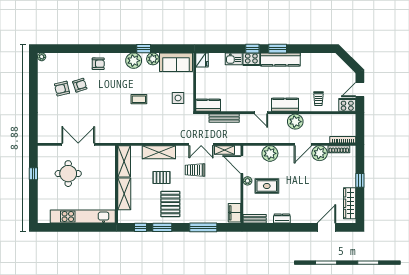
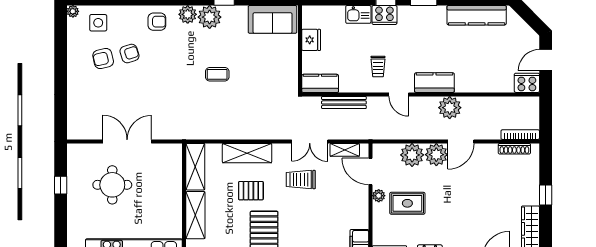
plant: (153, 59) -> (188, 14), moved
kitchen counter: (280, 59) -> (477, 15), moved
fridge: (202, 60) -> (311, 40), moved
side table: (178, 98) -> (98, 23), moved
trolley: (318, 99) -> (378, 66), moved
plant: (320, 153) -> (436, 155), moved

